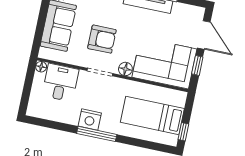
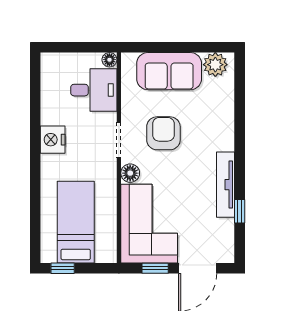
armchair: (102, 39) -> (163, 133), turned 180
window: (97, 134) -> (35, 153), removed

